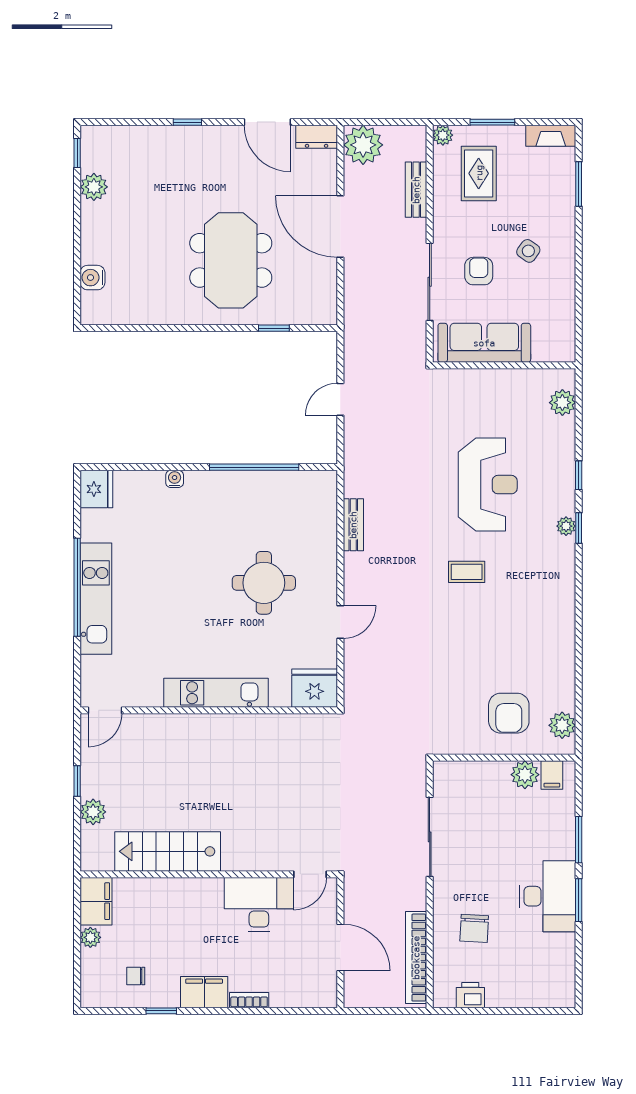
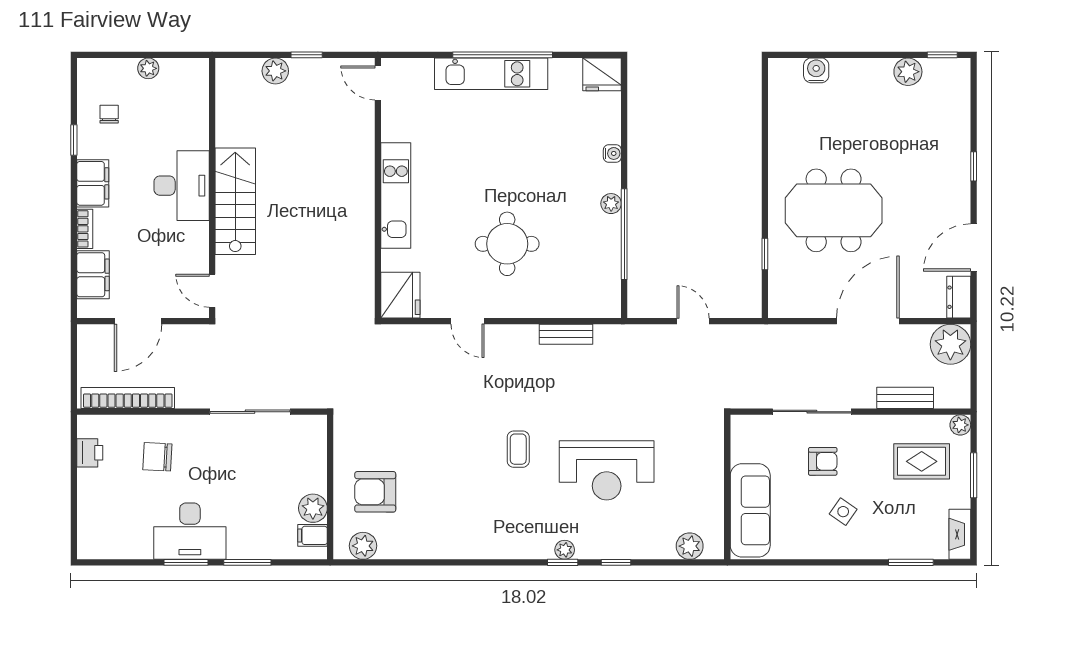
sofa: (484, 343) -> (750, 510), moved
plant: (224, 480) -> (611, 204), added
stairs: (168, 851) -> (235, 201), moved
filing cabinet: (96, 901) -> (93, 275), moved, turned -90
desk: (259, 904) -> (182, 186), moved

